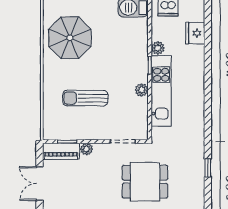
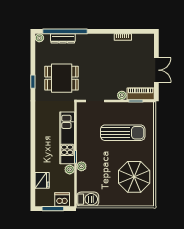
plant: (142, 90) -> (81, 166), moved
sun lounger: (85, 98) -> (123, 133), width x1.36, depth x1.34
dining table: (145, 182) -> (62, 78), moved

